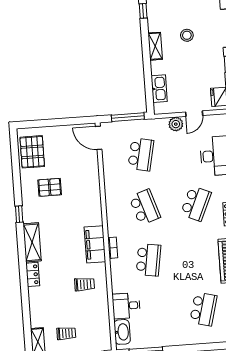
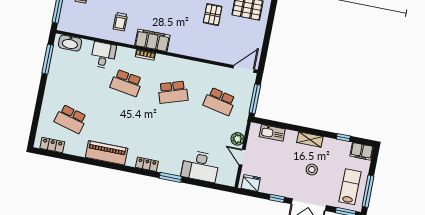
school desk: (196, 203) -> (164, 137), removed
desk: (126, 306) -> (103, 55), moved

